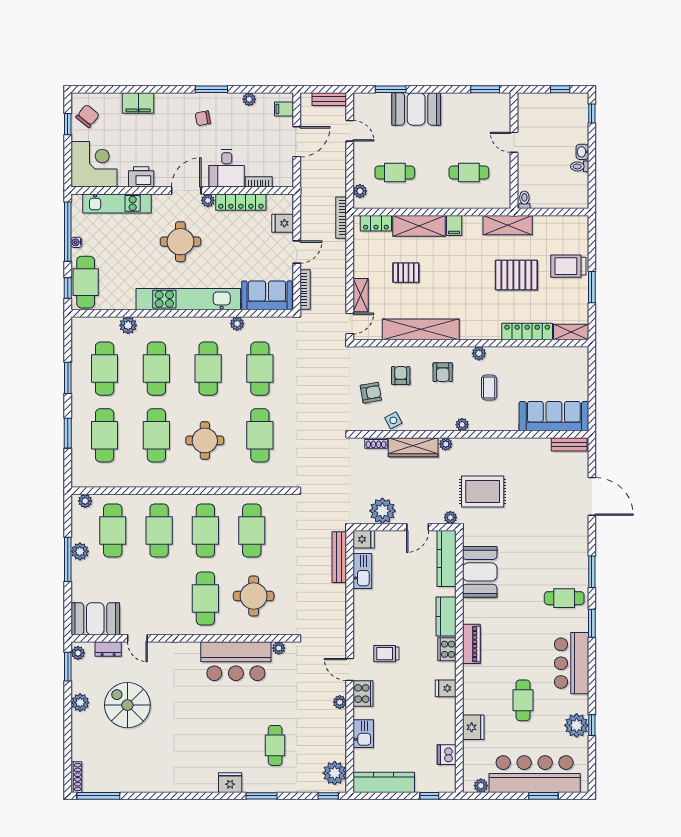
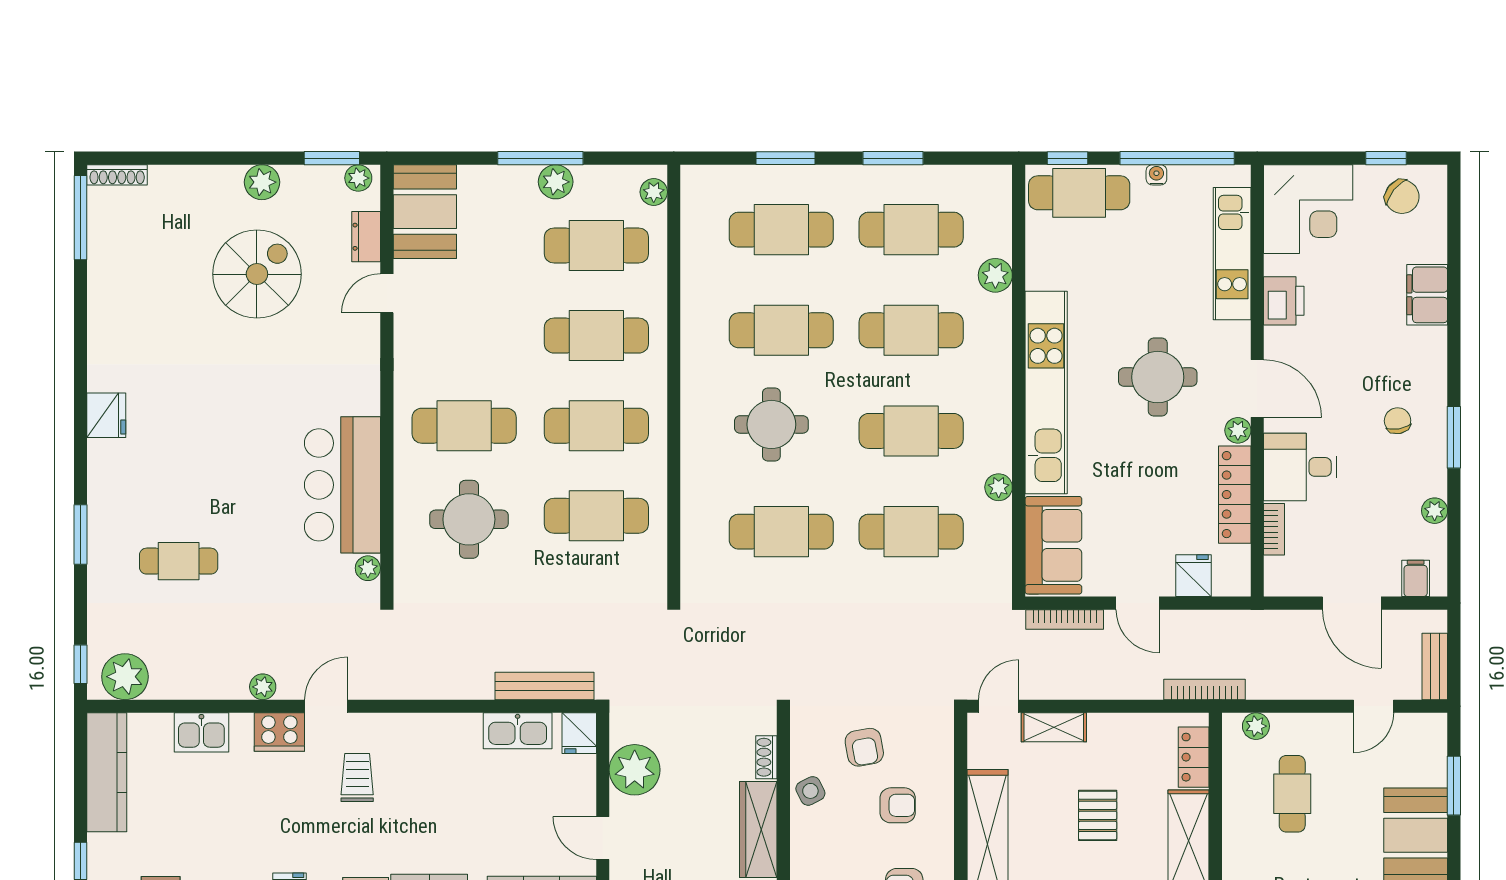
door: (350, 323) -> (999, 706), swing flipped
fridge: (230, 783) -> (106, 415), moved

